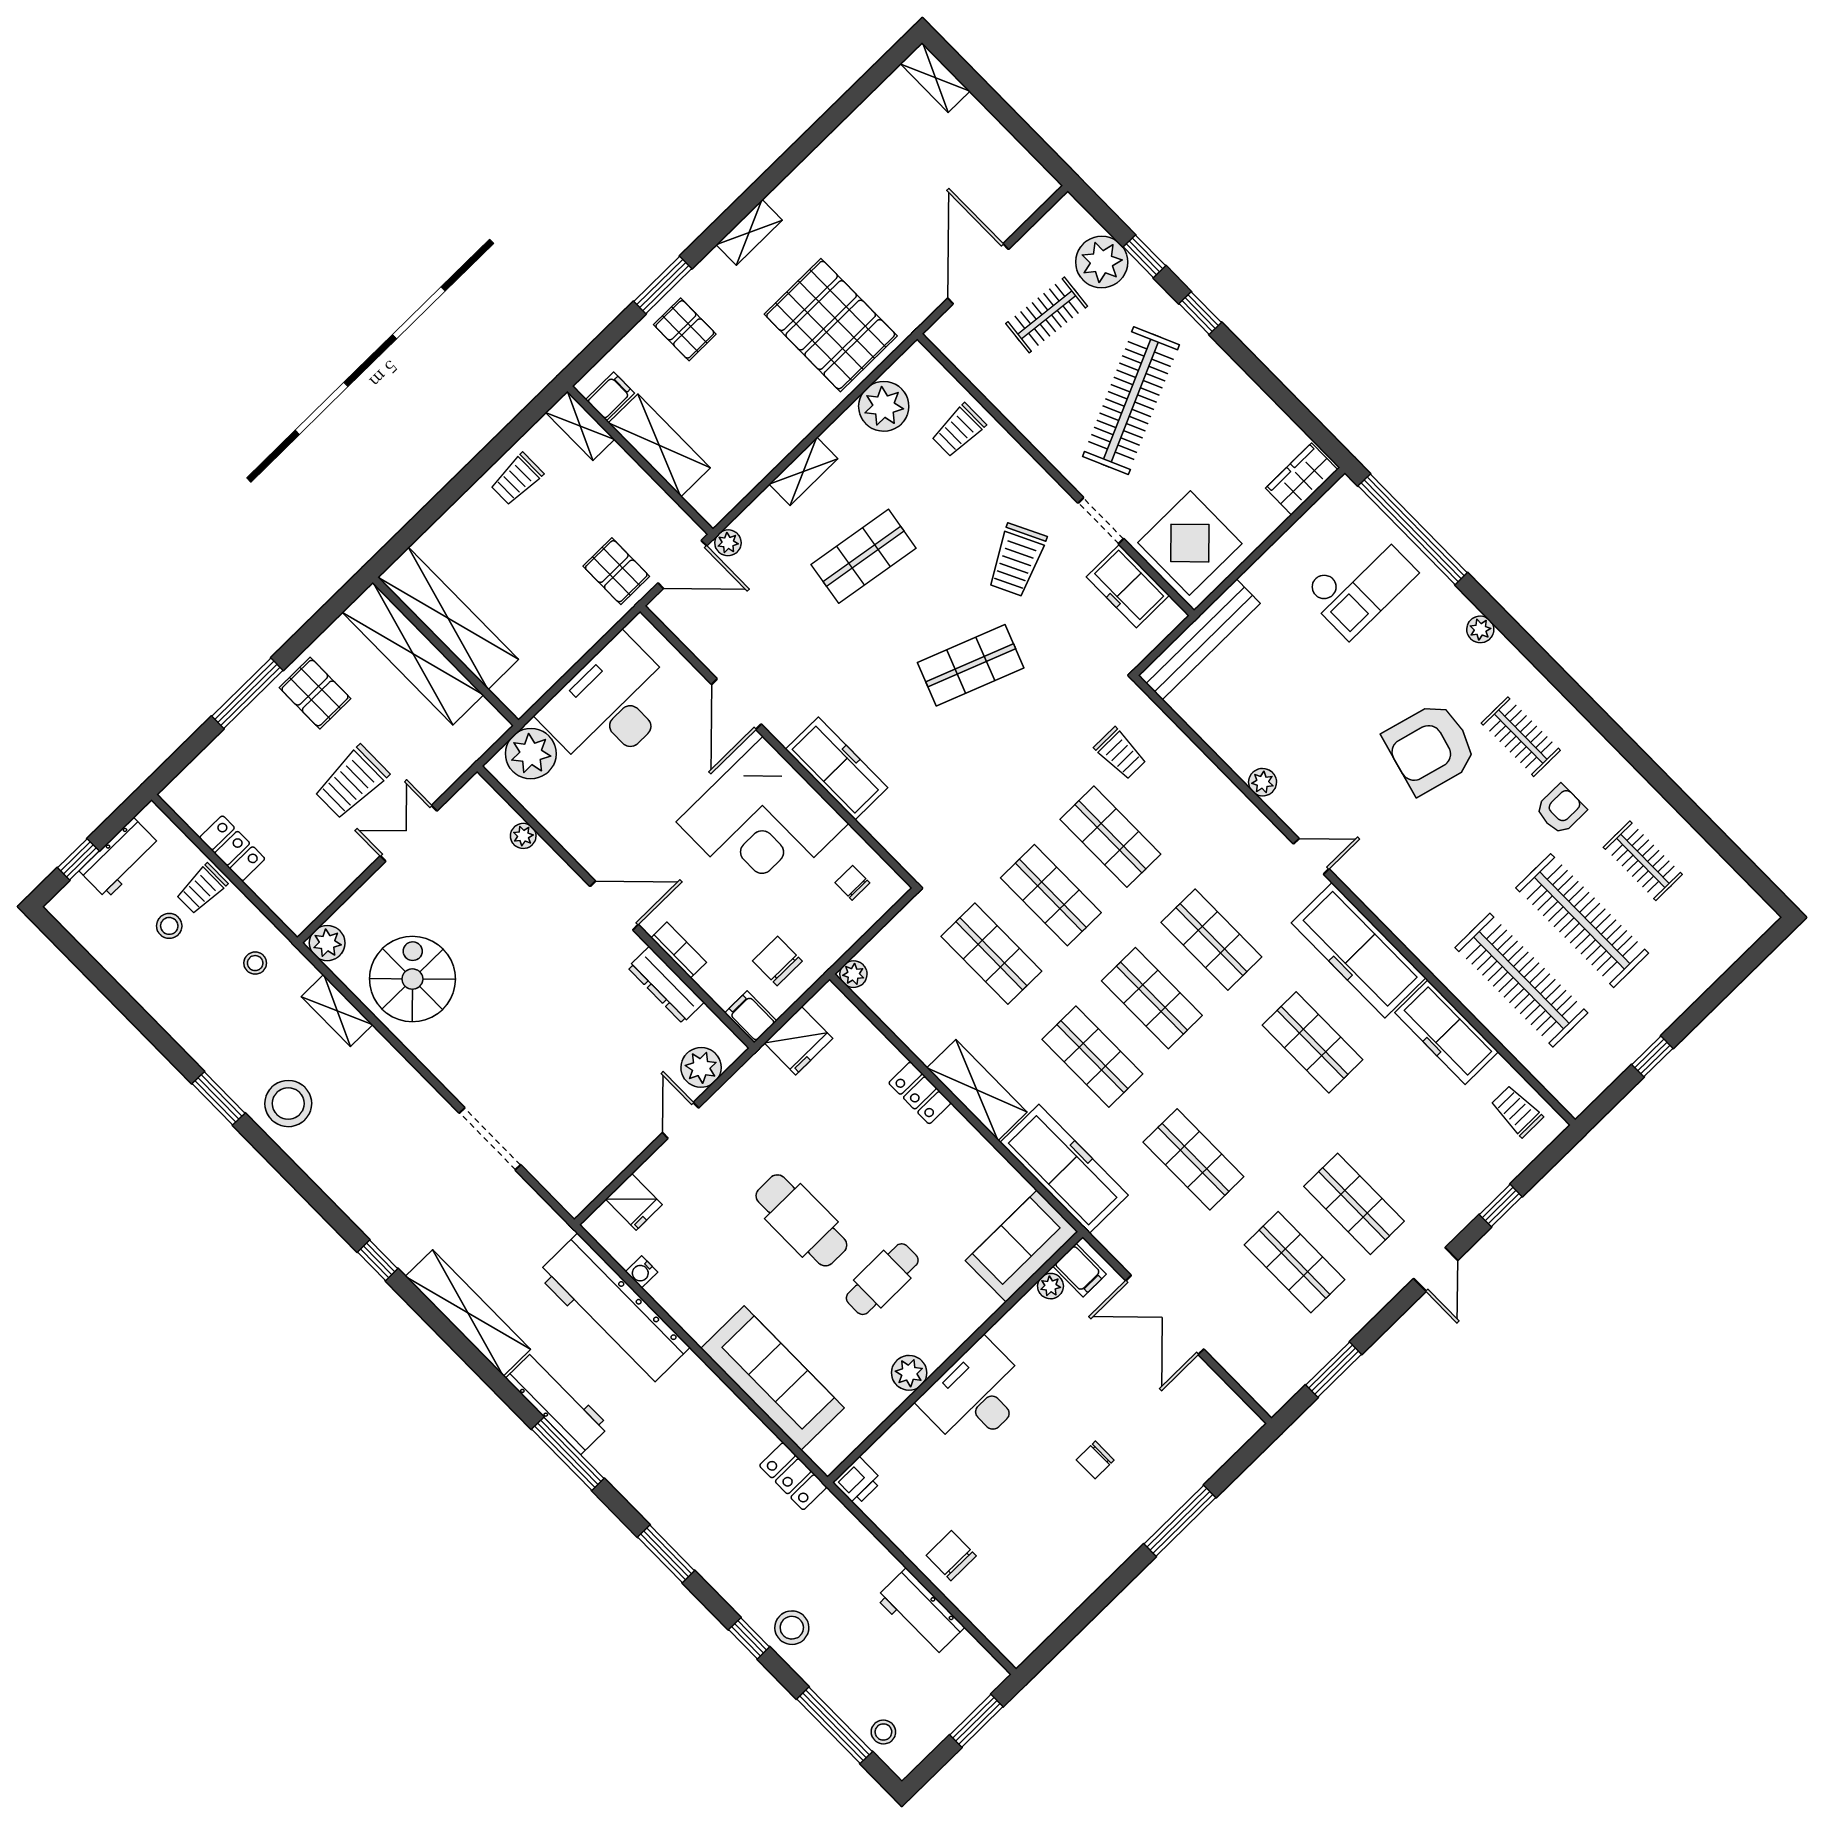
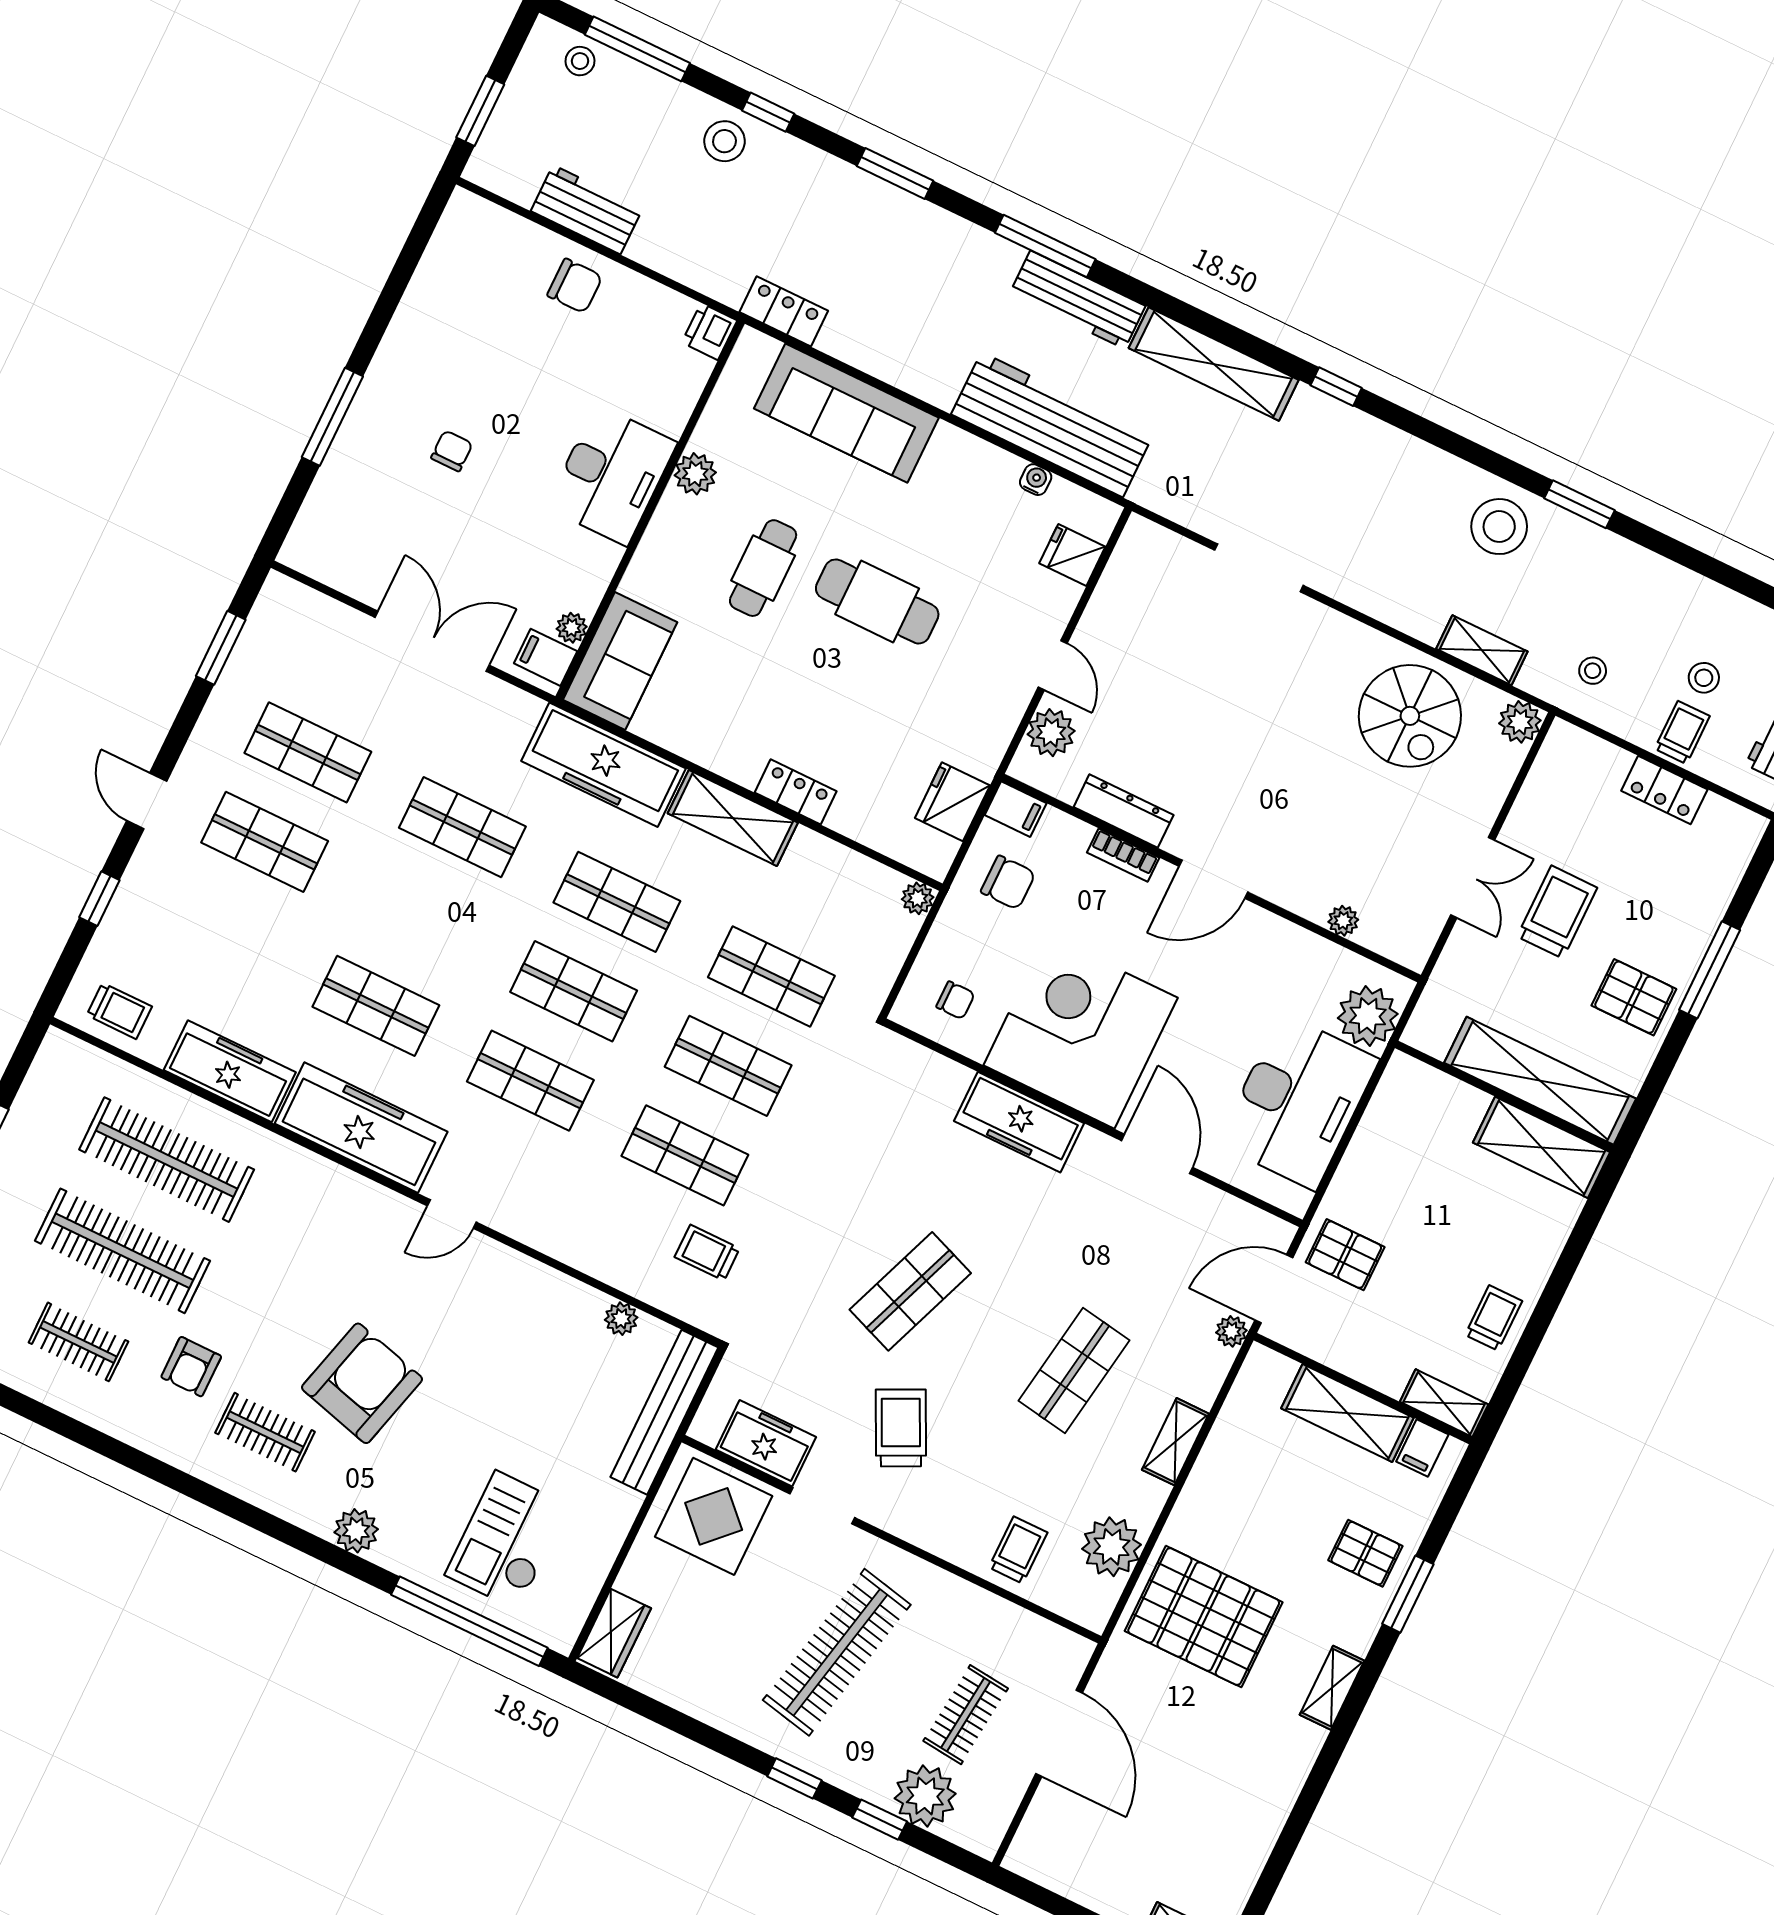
clothes rail: (1131, 401) -> (837, 1652), turned 36
shelving: (448, 618) -> (1541, 1147), width x0.68
plant: (1480, 629) -> (356, 1531), width x1.38, depth x1.38
plant: (1263, 782) -> (621, 1319), moved

